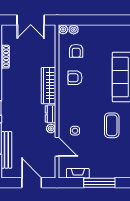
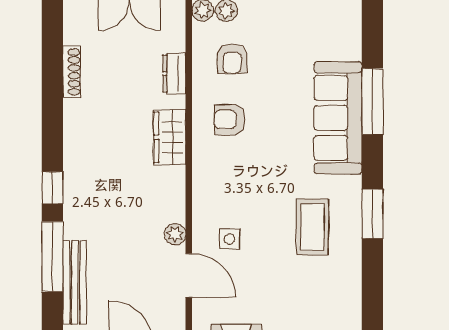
wardrobe: (48, 86) -> (170, 137), width x0.67
dresser: (50, 114) -> (174, 74), moved

